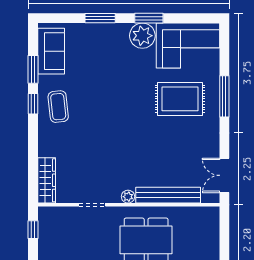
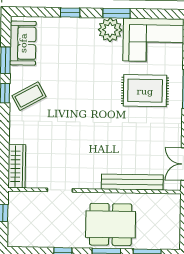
window: (100, 18) -> (70, 13), width x0.67
coffee table: (58, 107) -> (29, 96), turned 67
plant: (128, 197) -> (94, 183), removed

